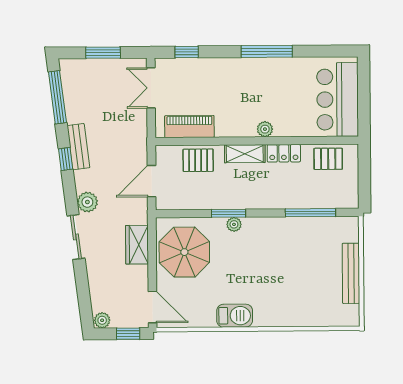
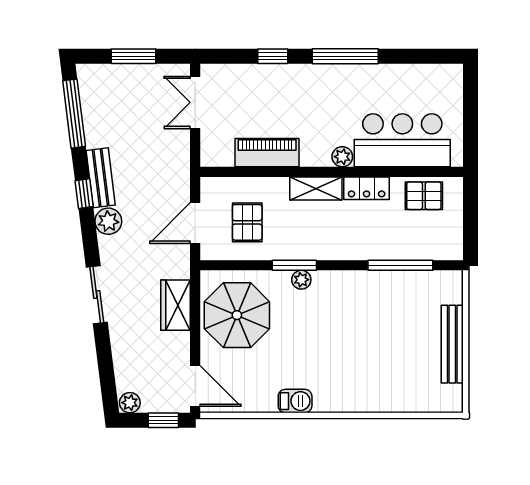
window: (187, 52) -> (273, 56), moved
bar counter: (338, 100) -> (402, 140), moved, turned 90
piano: (189, 127) -> (267, 153), moved
pallet: (198, 160) -> (247, 222), moved, turned 90
plant: (87, 202) -> (108, 221), moved
barbecue: (235, 316) -> (295, 401), width x0.73, depth x0.79

